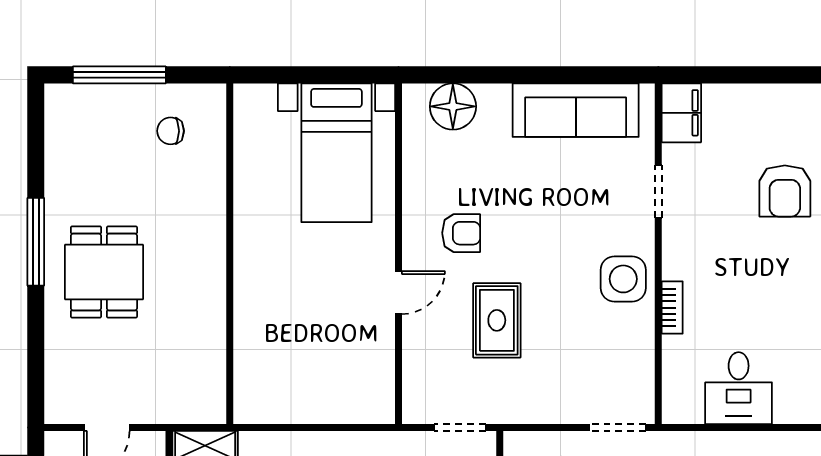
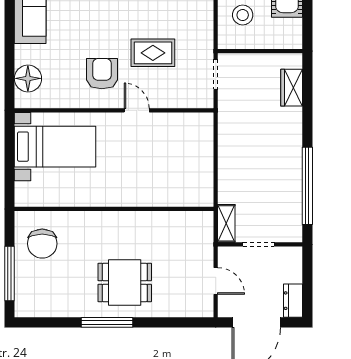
chair: (170, 131) -> (42, 244), width x1.87, depth x1.87
armchair: (461, 233) -> (102, 74), width x1.38, depth x1.38

